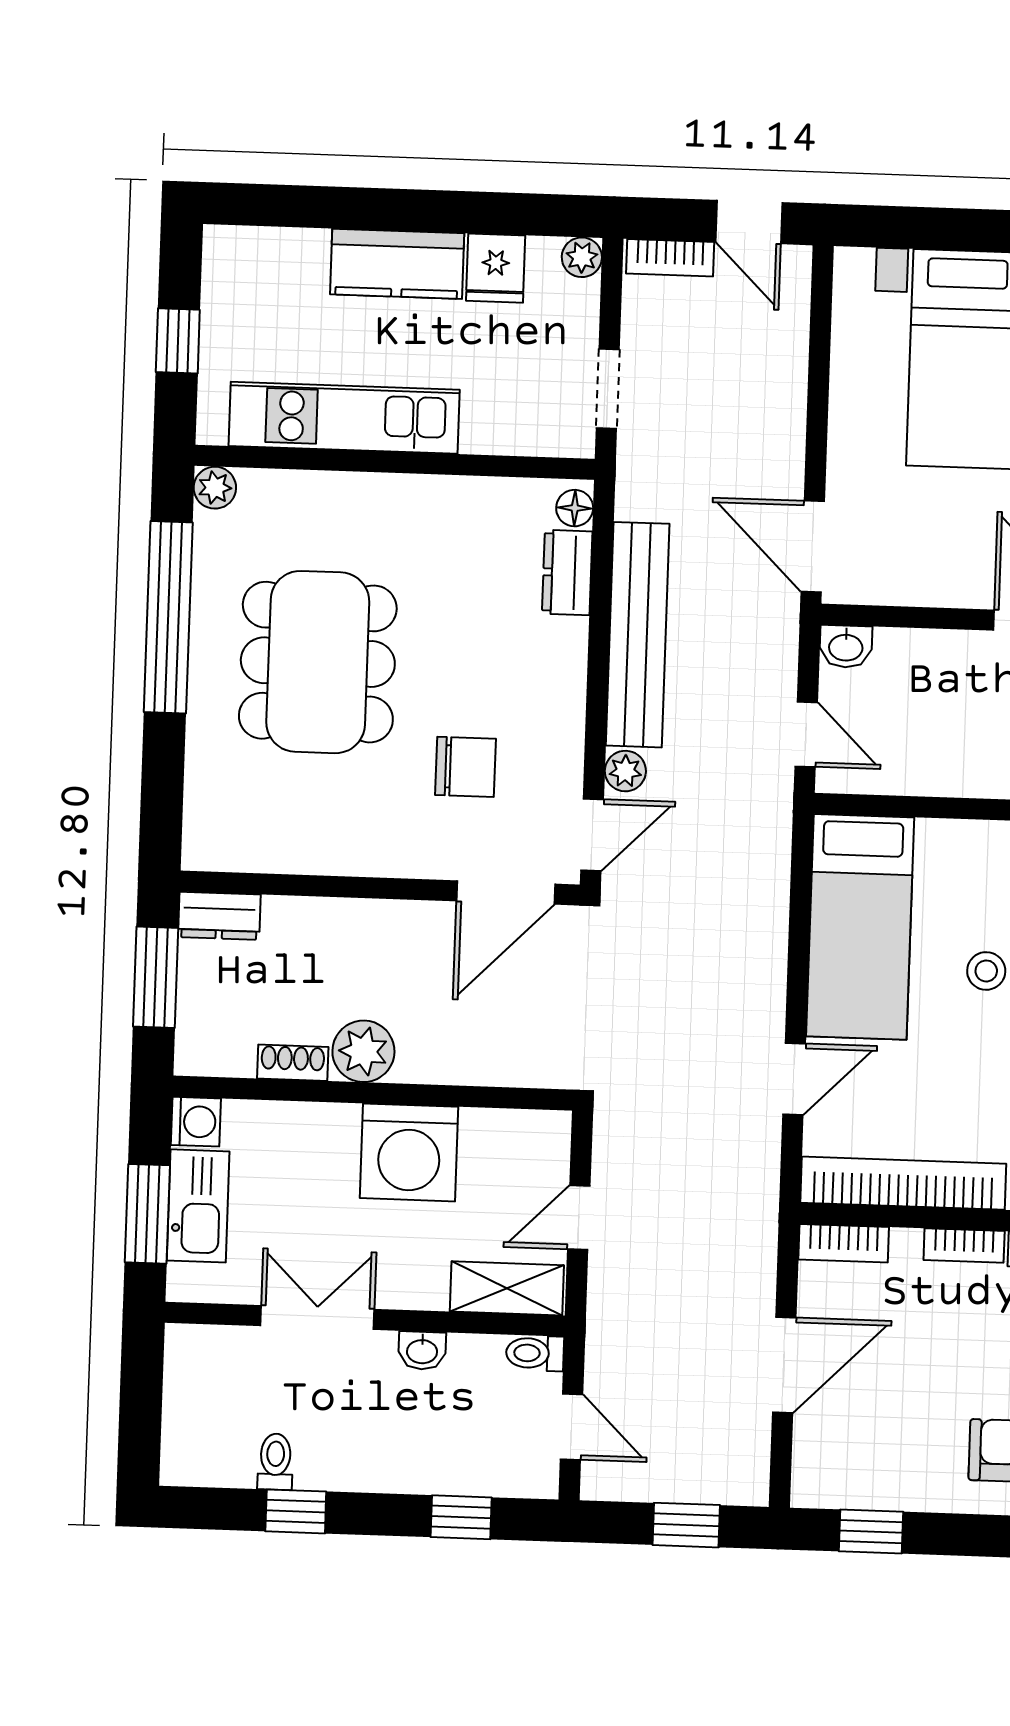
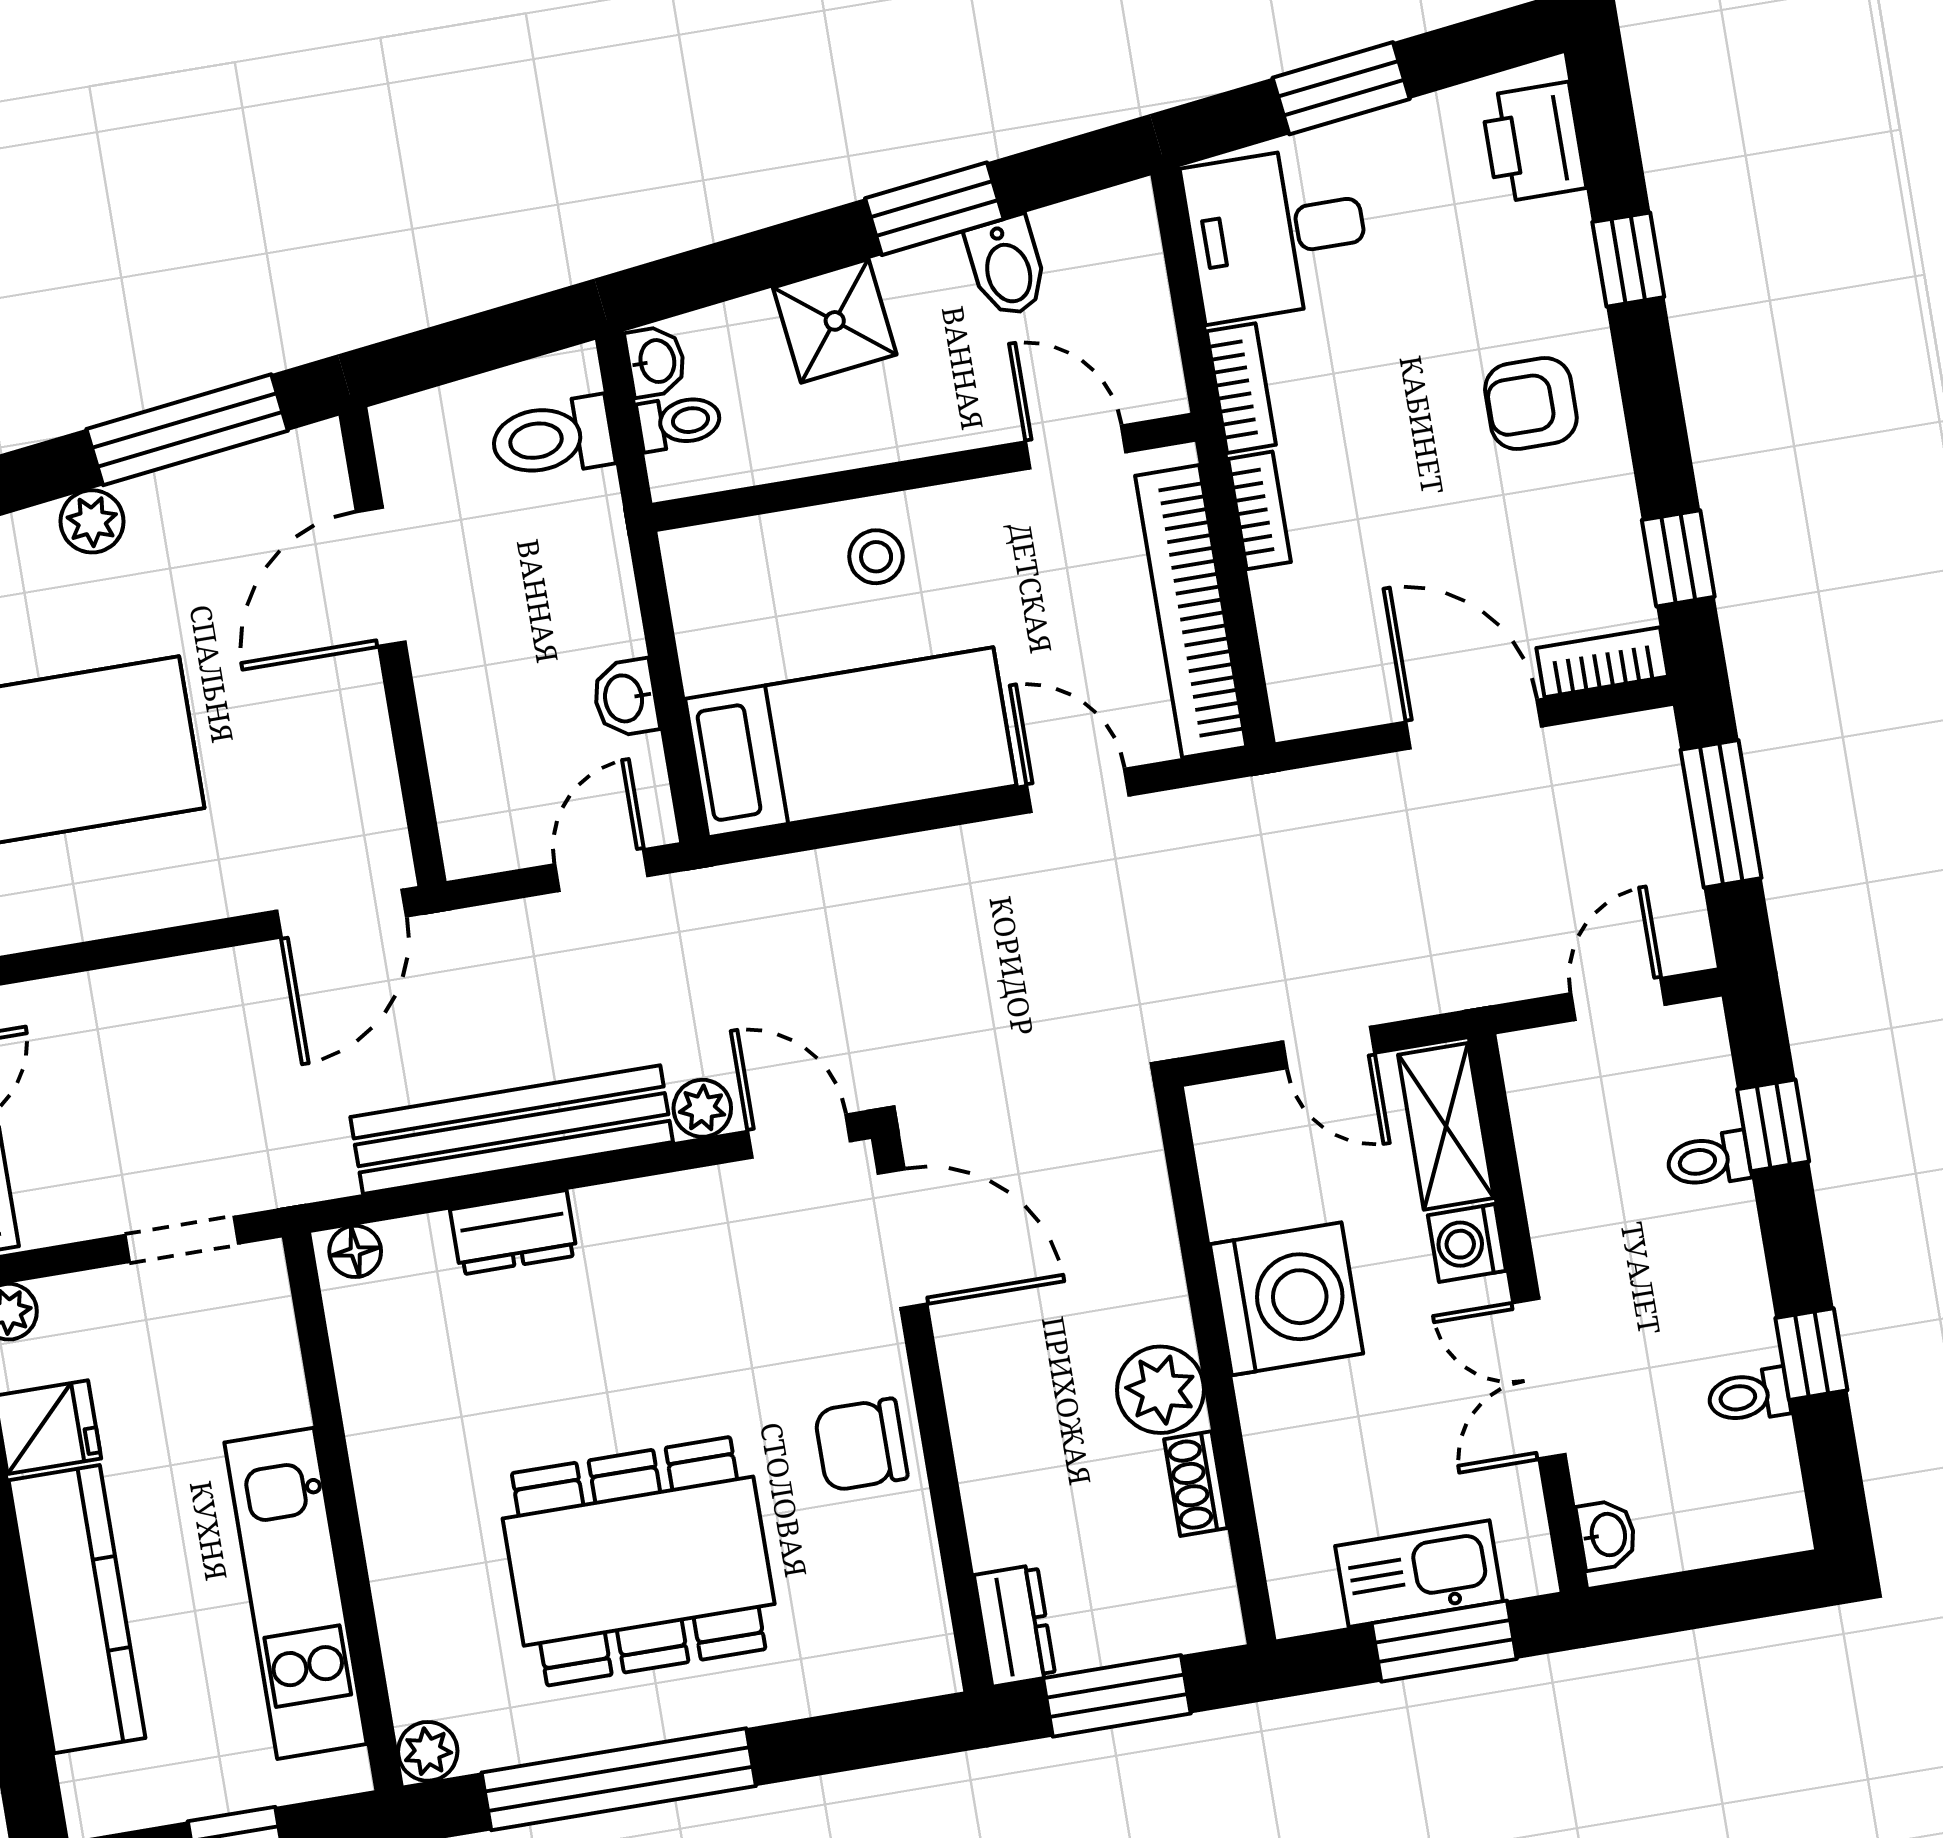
kitchen counter: (397, 264) -> (77, 1609), width x1.50
dresser: (567, 573) -> (514, 1232), moved
washbasin: (846, 646) -> (625, 698), moved, turned 180
chair: (465, 767) -> (861, 1445), moved, turned -90
washing machine: (196, 1122) -> (1467, 1243), moved, turned -90
bookcase: (844, 1243) -> (1602, 662), moved, turned -90
washbasin: (422, 1351) -> (1607, 1535), moved
toilet: (535, 1353) -> (1708, 1160), moved, turned 90
window: (686, 1525) -> (1721, 814), width x1.50

